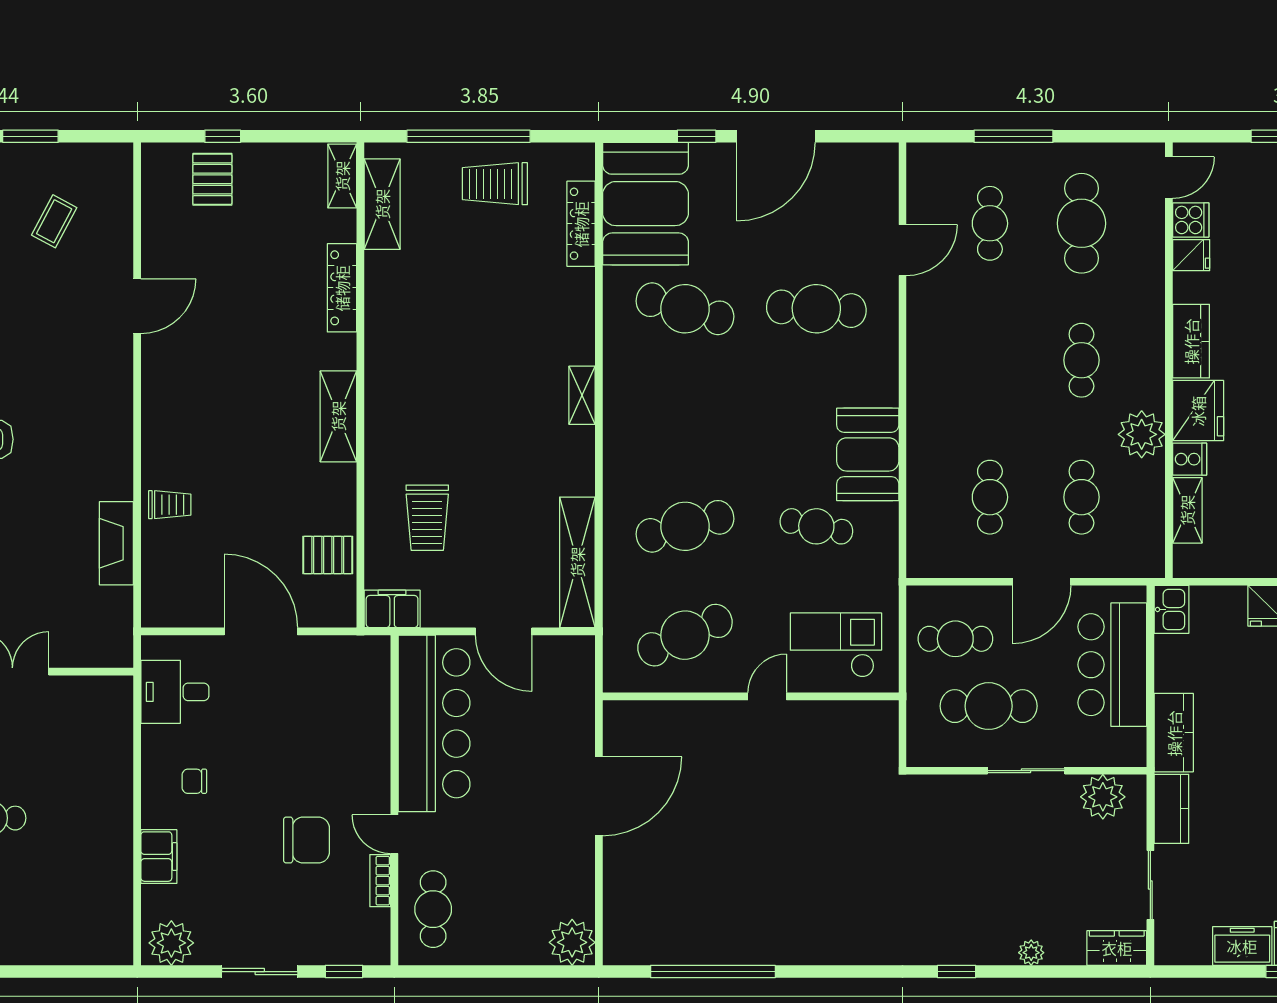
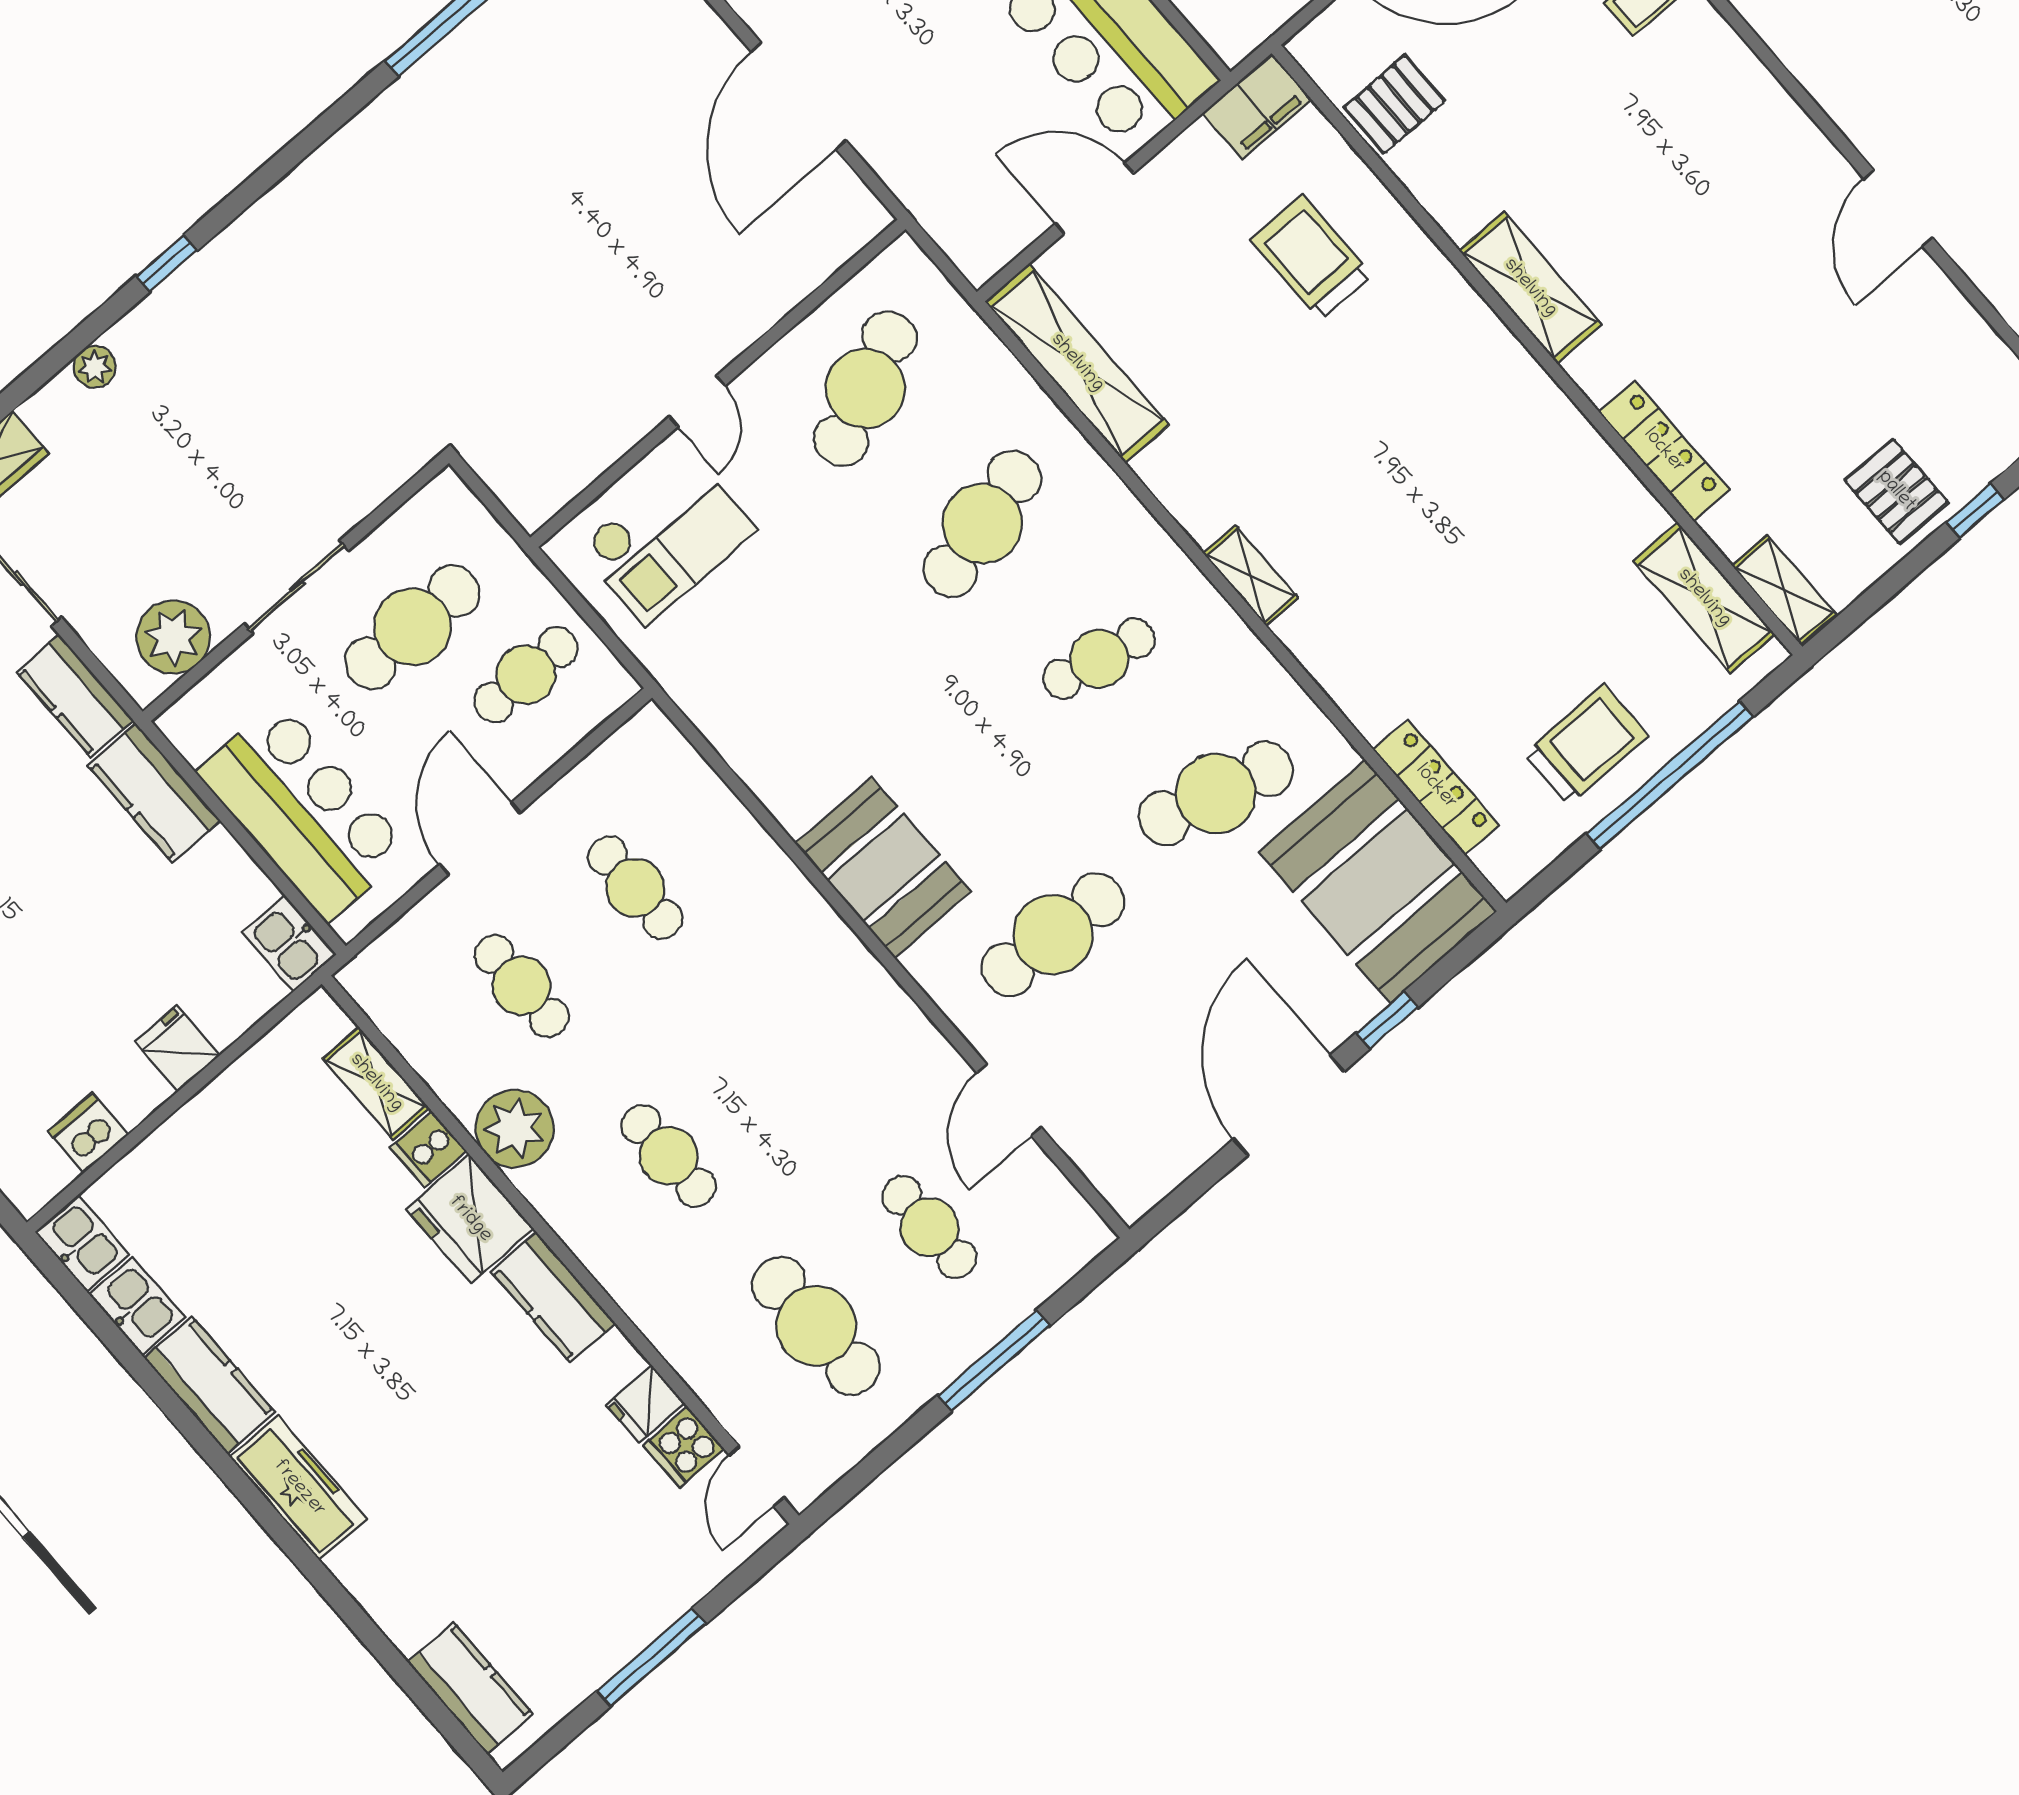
pallet: (212, 179) -> (1896, 491), moved
booth: (868, 454) -> (883, 867), moved
cafe table: (816, 526) -> (1099, 659), moved

